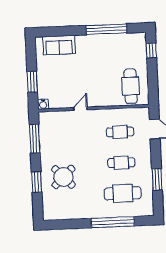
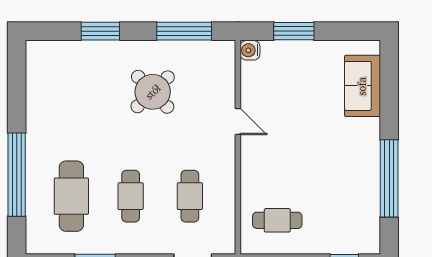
cafe table: (131, 86) -> (277, 220), width x0.73, depth x0.74
round table: (63, 177) -> (153, 92), moved

